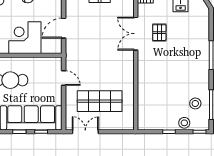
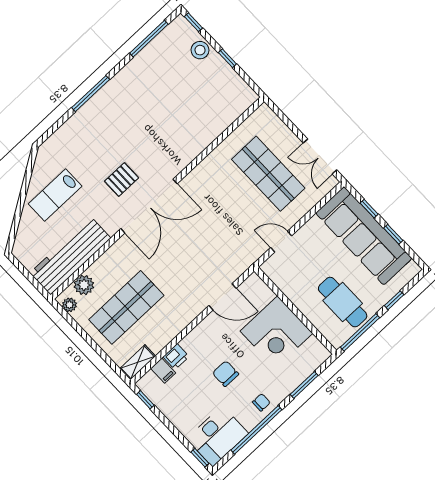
double door: (136, 34) -> (149, 206), width x1.36
door: (64, 78) -> (281, 242), hinge flipped
stool: (195, 103) -> (165, 59), removed

